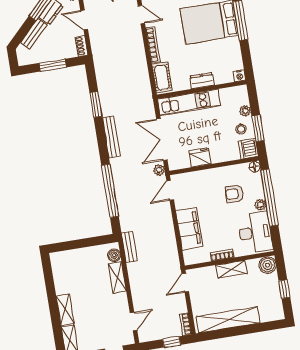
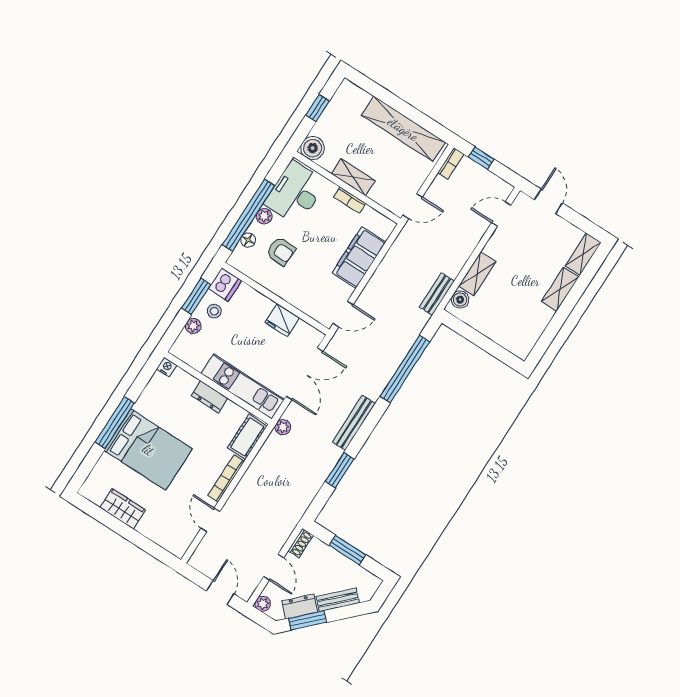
floor lamp: (255, 167) -> (248, 240), moved
plant: (159, 170) -> (283, 427), moved

